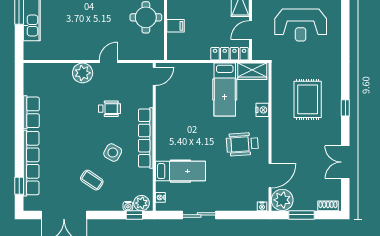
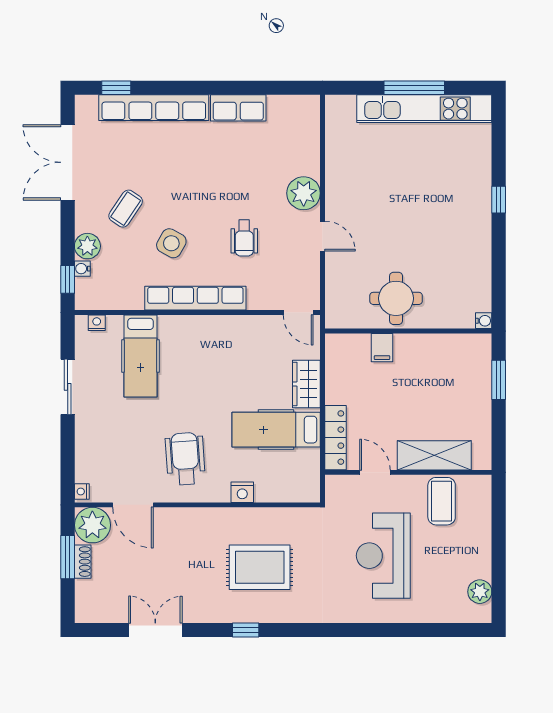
wardrobe: (252, 71) -> (306, 384), moved
plant: (141, 203) -> (87, 246), moved
shoe rack: (328, 206) -> (83, 562), moved

